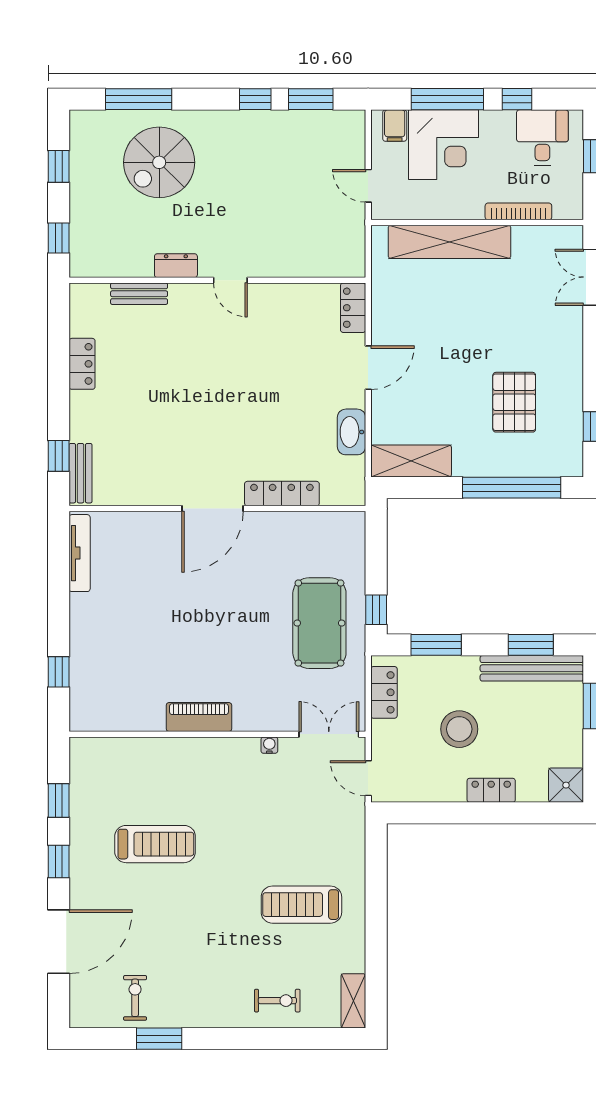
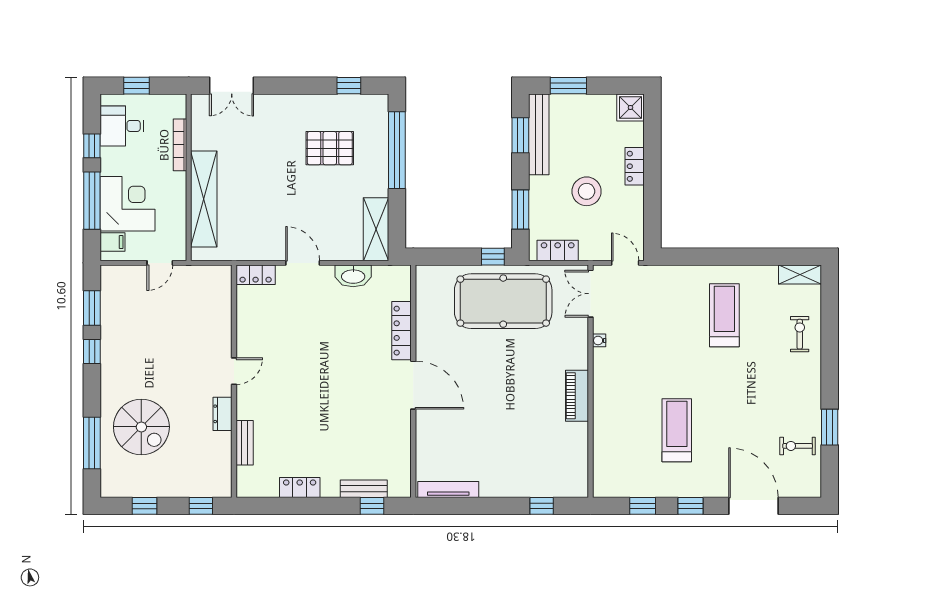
bench: (81, 473) -> (364, 489), moved
pool table: (319, 623) -> (503, 301), width x1.36, depth x1.32
door: (368, 778) -> (625, 263), swing flipped
treadmill: (301, 905) -> (724, 315), turned 180

